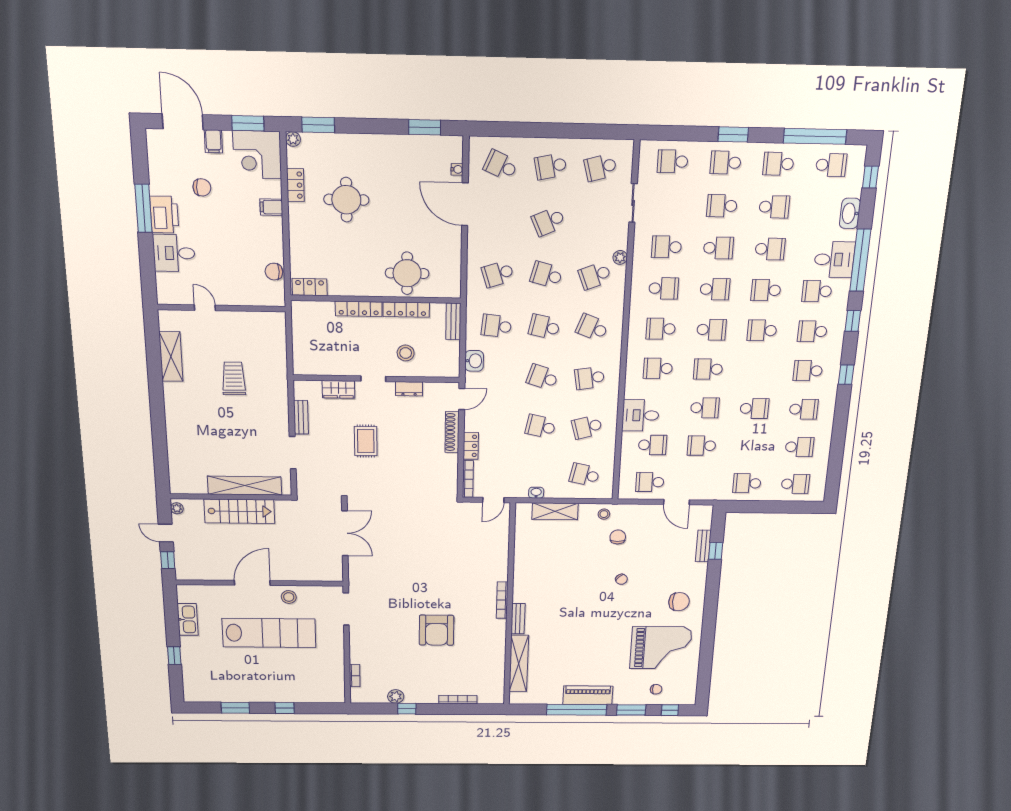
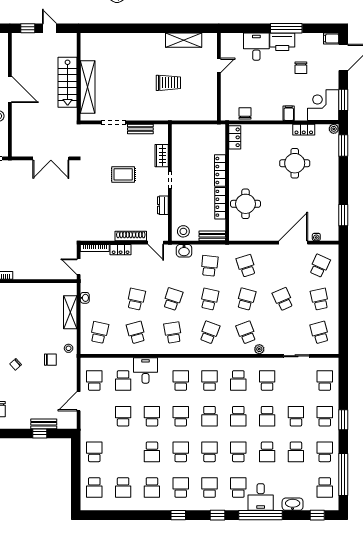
filing cabinet: (213, 141) -> (331, 39), moved
stool: (406, 353) -> (183, 231), moved
school desk: (758, 370) -> (181, 452), added
school desk: (705, 408) -> (152, 416), turned 180
plant: (177, 508) -> (69, 37), removed
door: (166, 533) -> (50, 28), hinge flipped

